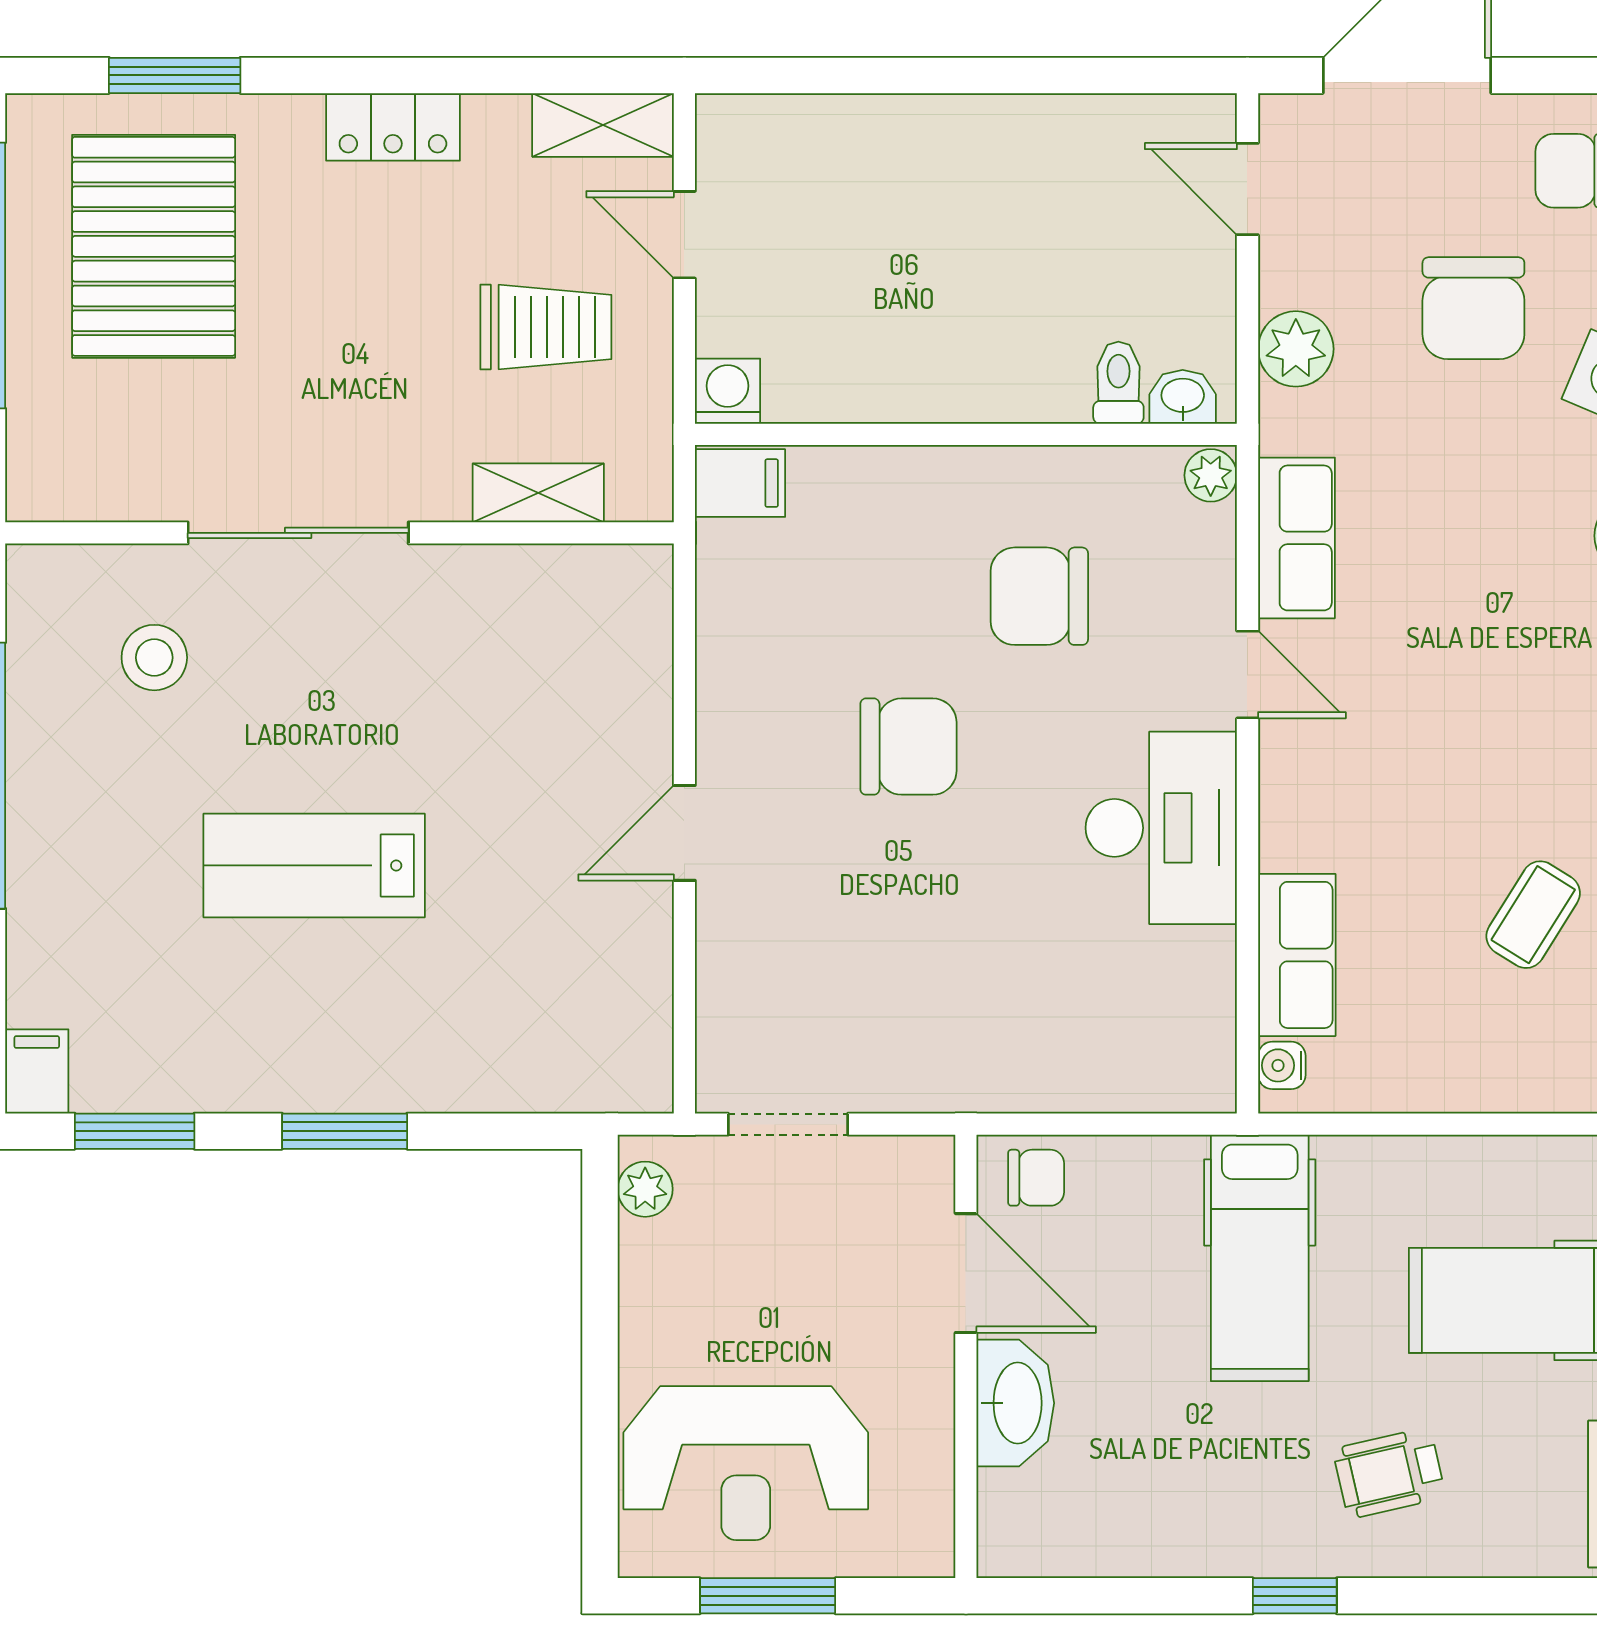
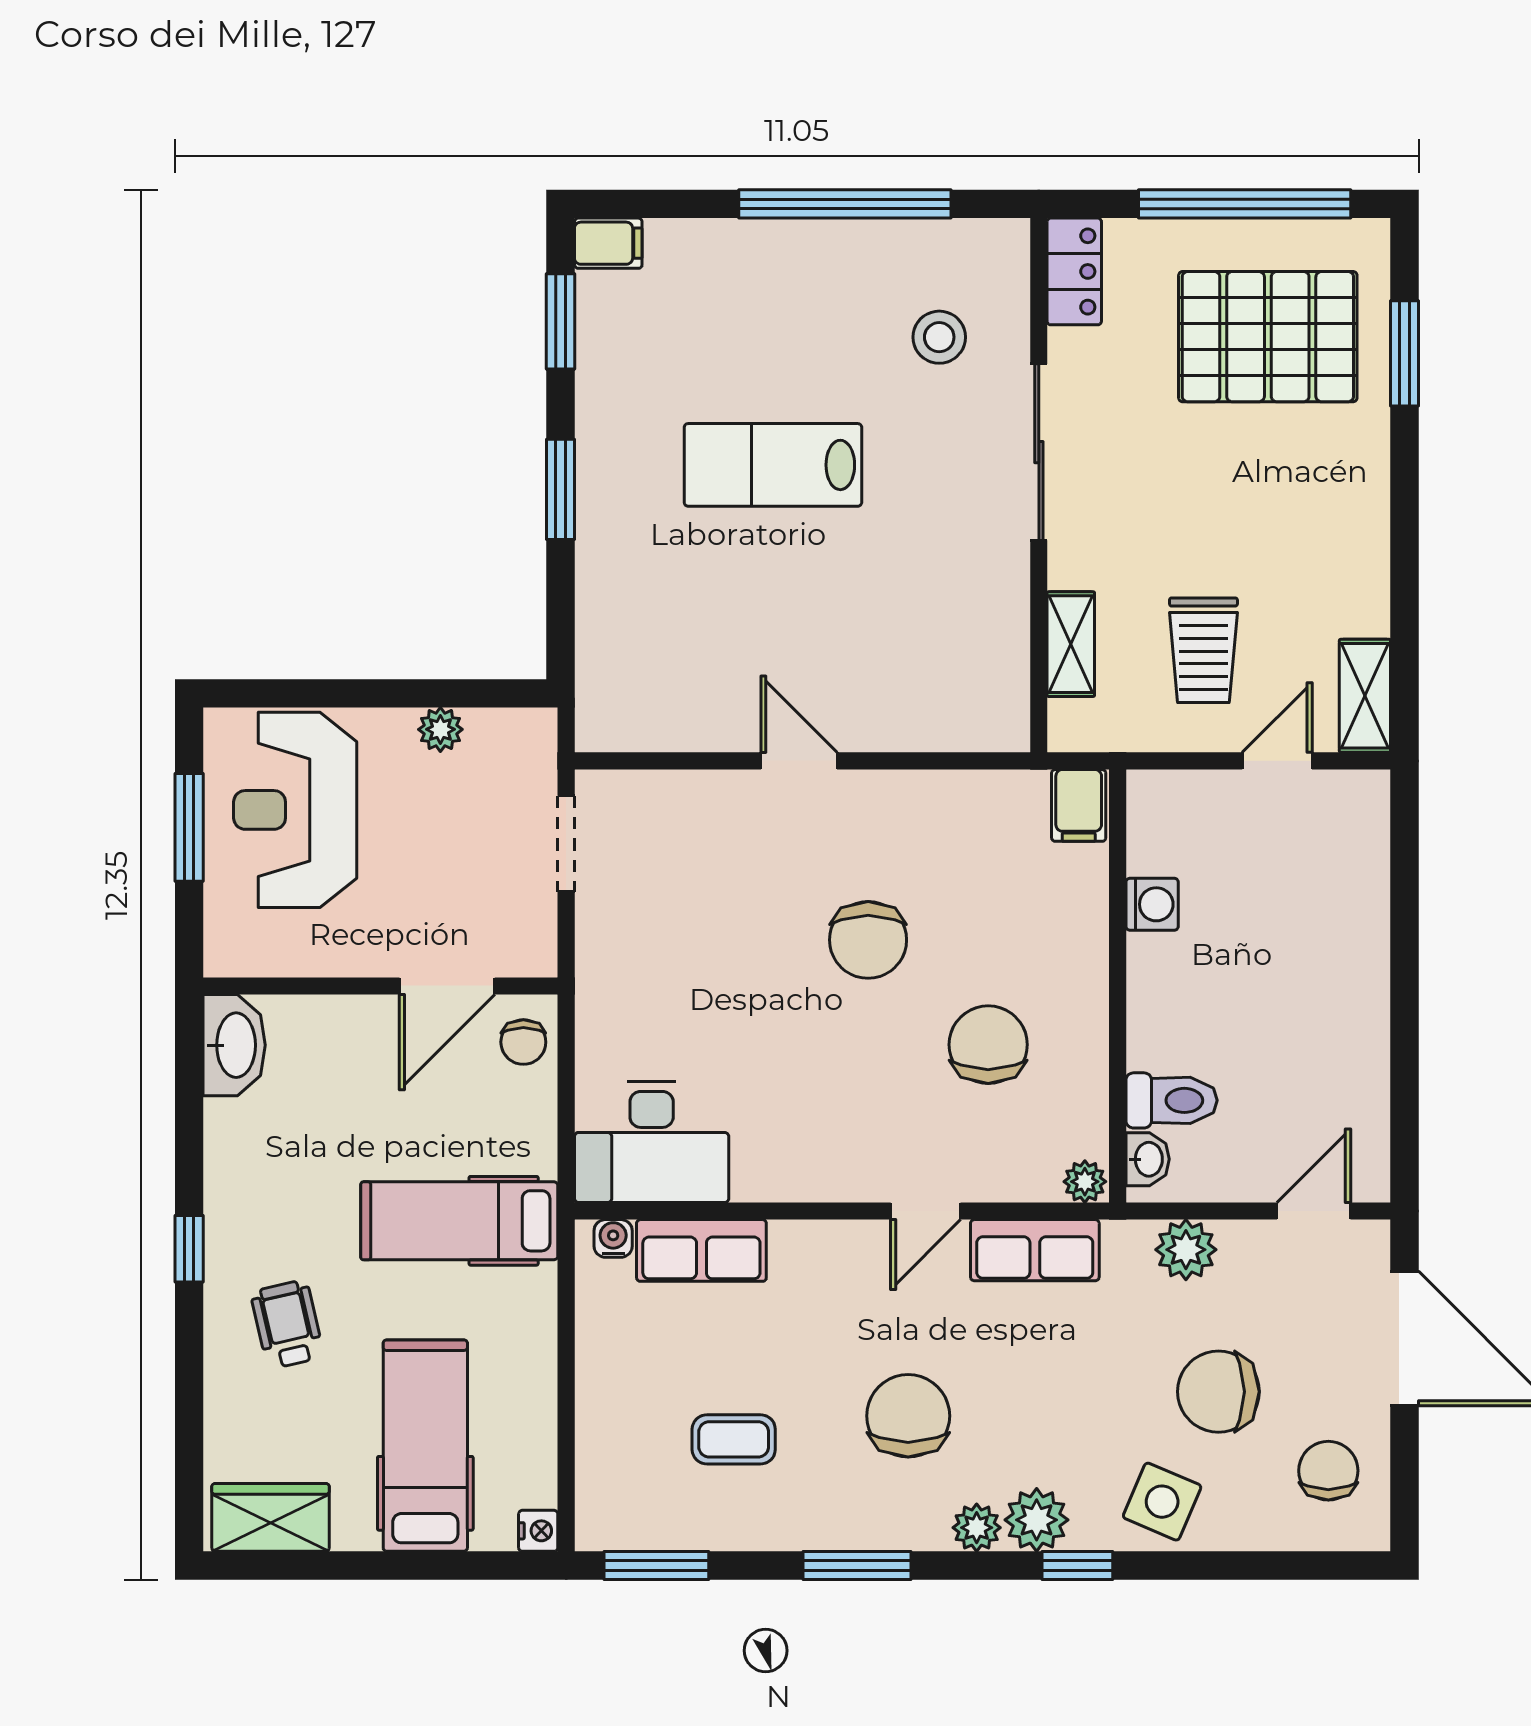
locker: (393, 127) -> (1074, 271), moved, turned 180
toilet: (1118, 383) -> (1172, 1100), width x1.37, depth x1.39
washing machine: (728, 391) -> (1152, 904), moved
chair: (1504, 696) -> (908, 1416), added
desk: (1161, 828) -> (652, 1142), moved
lab bench: (314, 865) -> (773, 465), turned -90
coffee table: (1533, 915) -> (734, 1439), turned -32
plant: (645, 1189) -> (440, 729), moved
washbasin: (1015, 1403) -> (234, 1045), moved, turned -90

